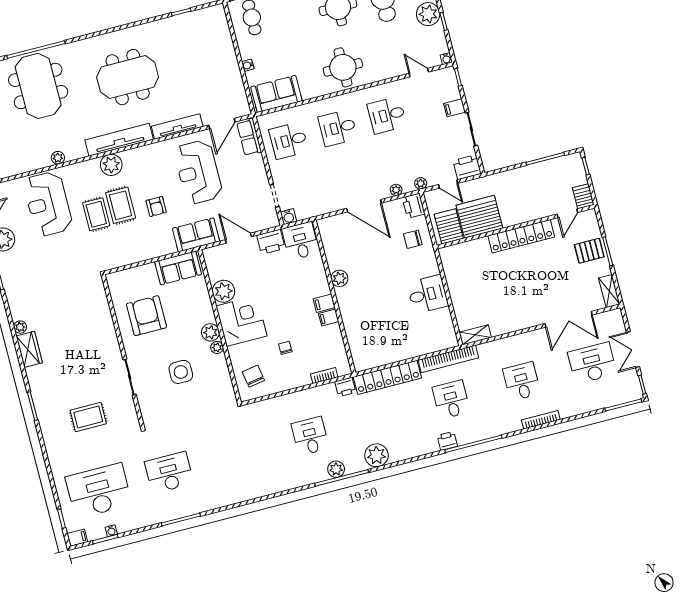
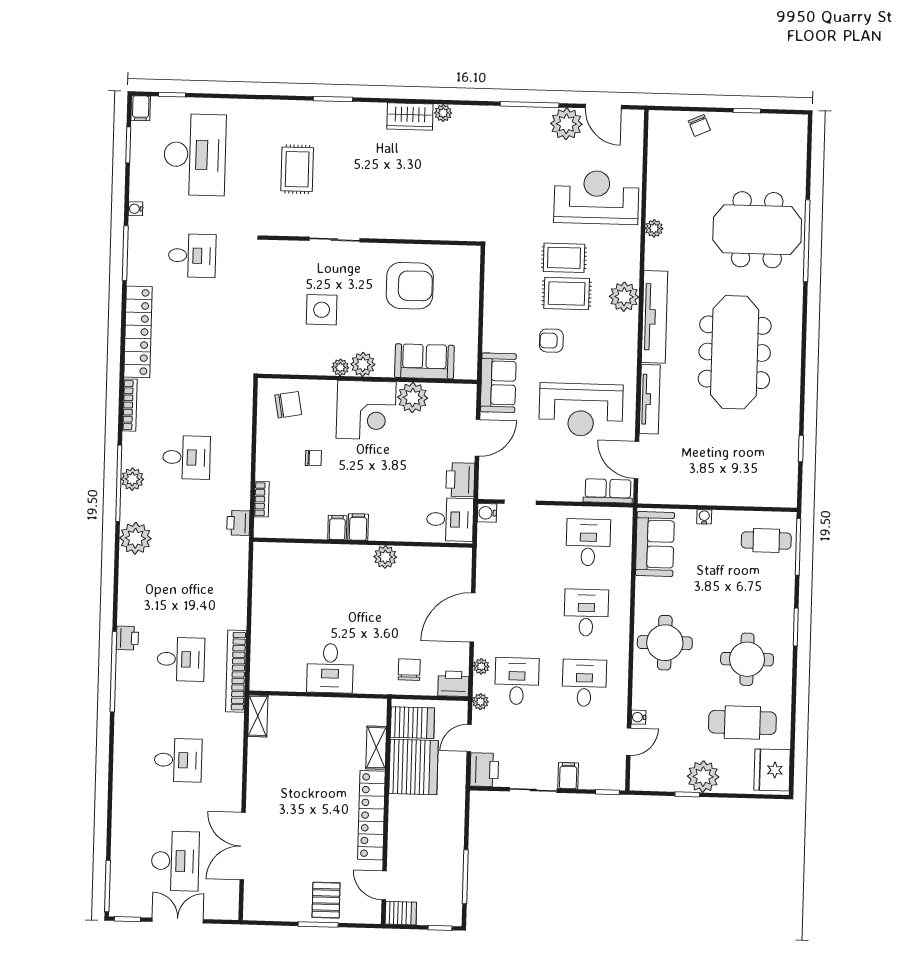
water cooler: (446, 59) -> (639, 717), moved
meeting table: (128, 77) -> (735, 352), width x1.36
desk: (399, 162) -> (517, 681), added
reception desk: (198, 172) -> (581, 410), turned 180
sofa: (178, 268) -> (424, 361), moved, turned 90
shelving: (609, 291) -> (376, 748), moved, turned 90
locker: (387, 377) -> (138, 332), moved, turned 180
bookcase: (541, 420) -> (130, 405), moved
desk: (169, 473) -> (192, 256), width x0.73
water cooler: (111, 531) -> (136, 209), moved

